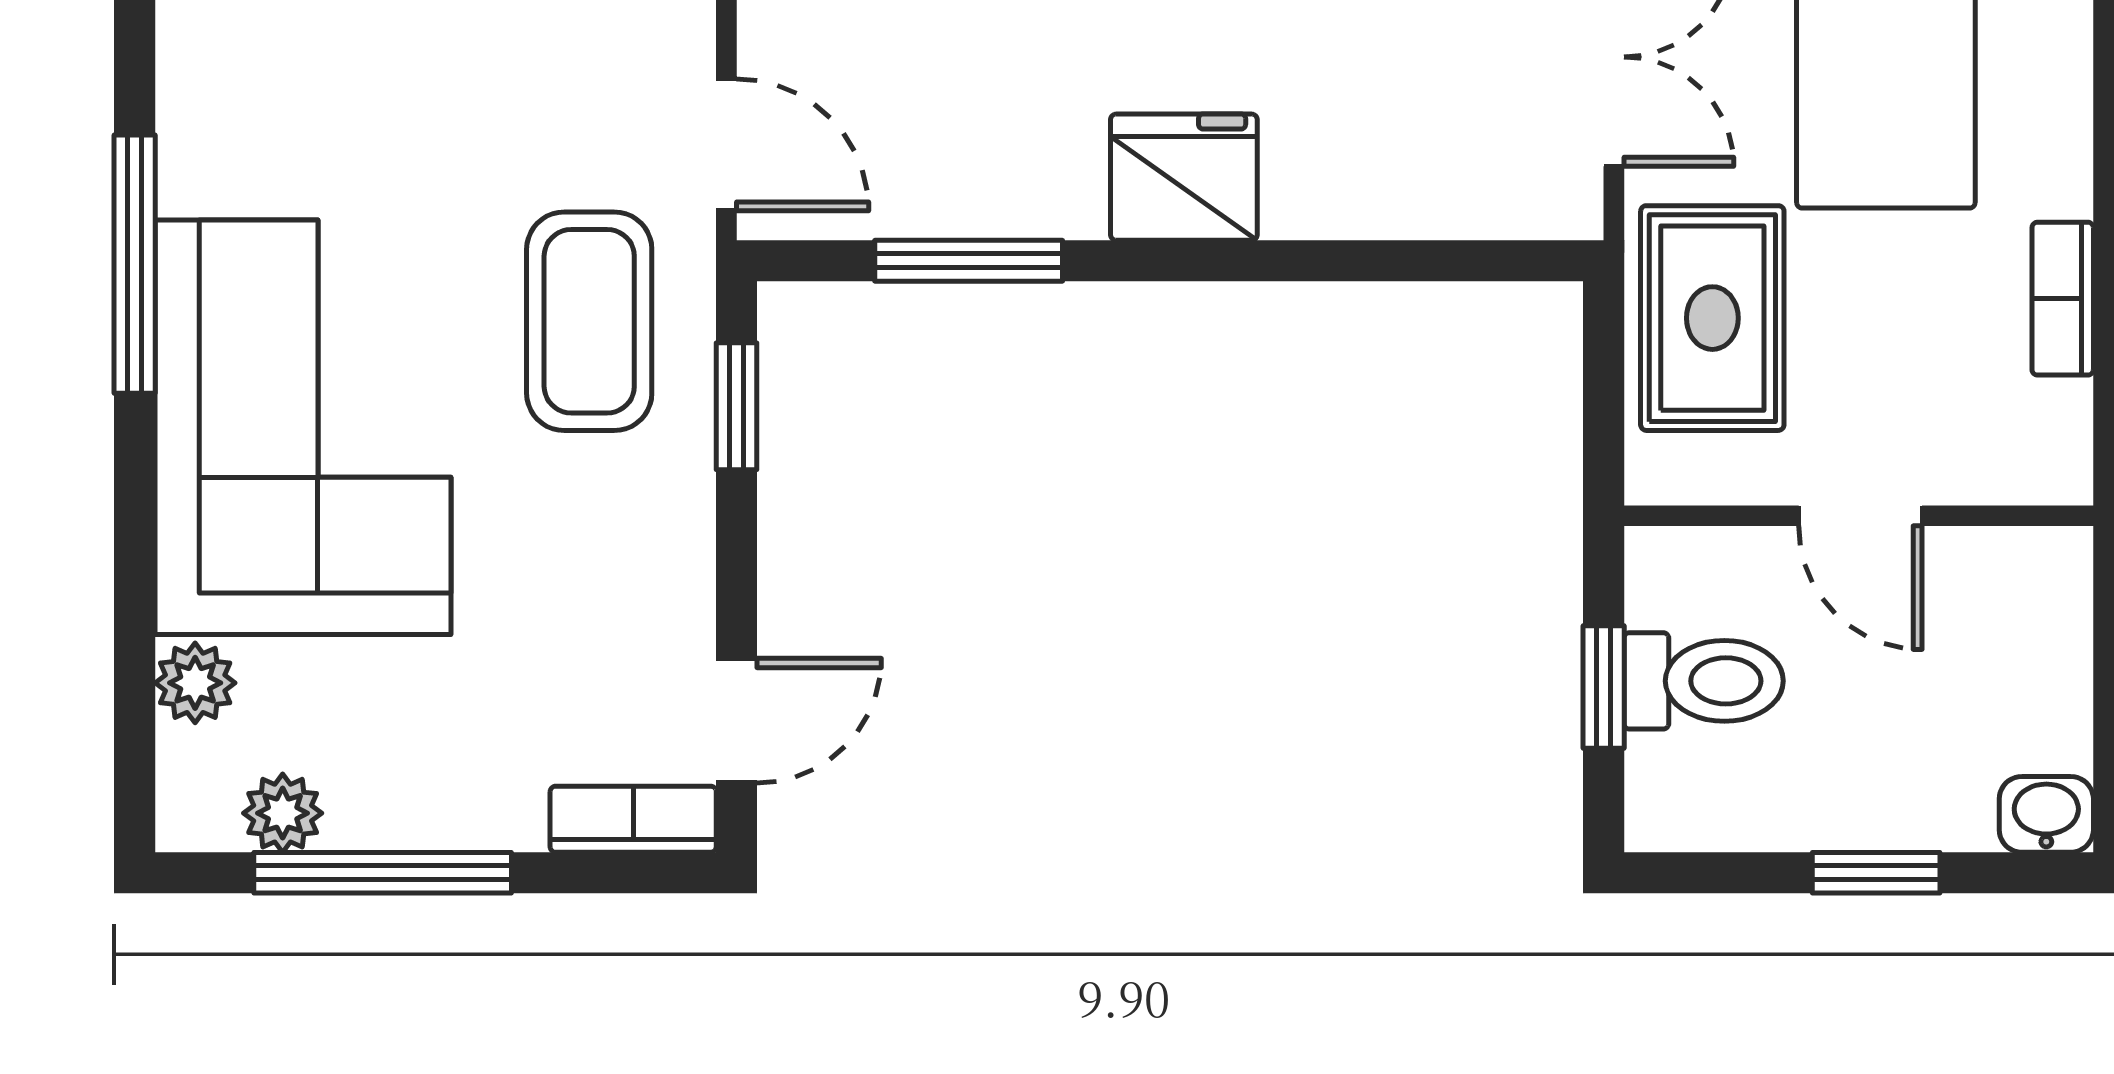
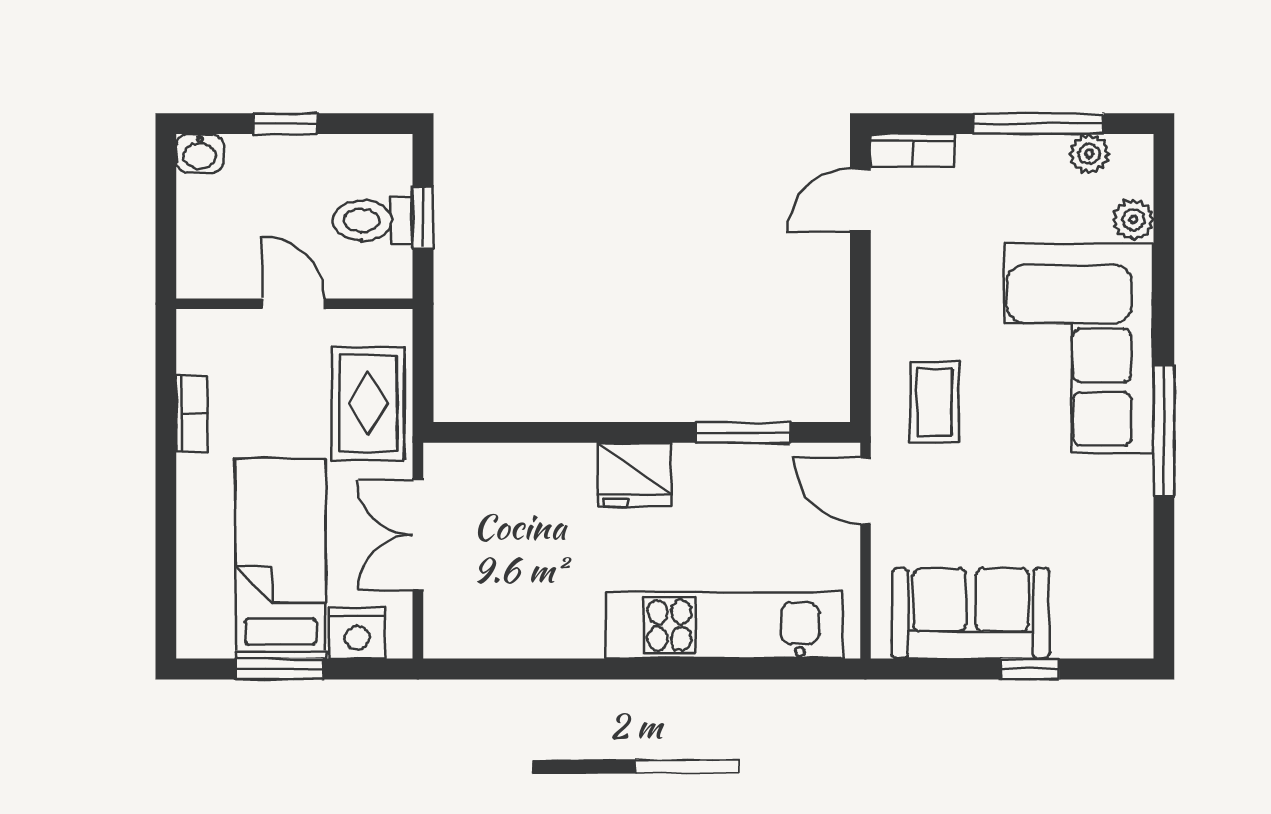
coffee table: (589, 321) -> (935, 402), width x0.73, depth x0.77
window: (737, 406) -> (860, 359), removed

